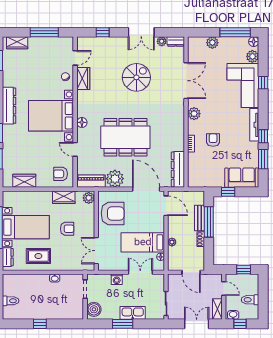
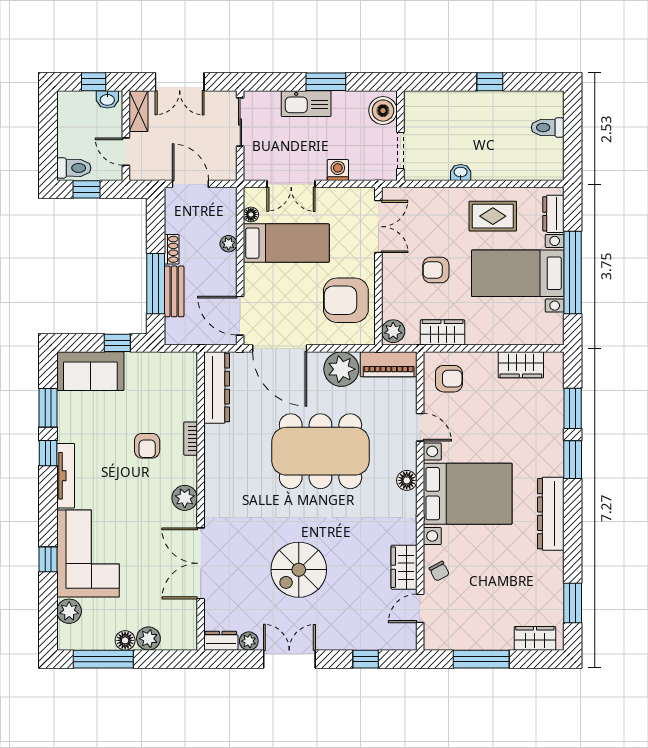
floor lamp: (254, 42) -> (125, 640), moved
toilet: (250, 300) -> (74, 168), moved

